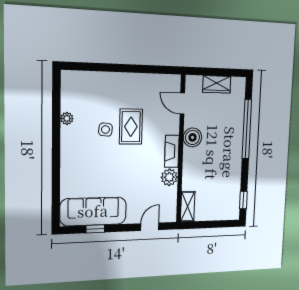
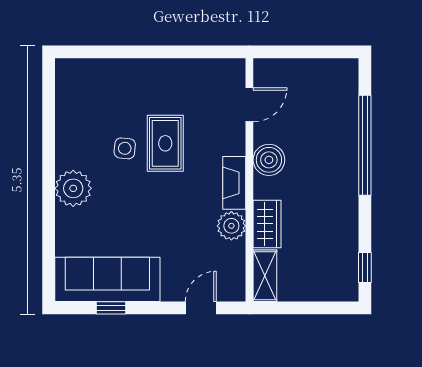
wardrobe: (217, 84) -> (267, 224), moved, turned -90
door: (182, 104) -> (249, 105), swing flipped
plant: (67, 118) -> (73, 188), moved, width x1.88, depth x1.88

